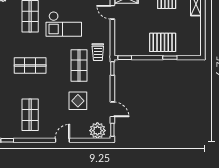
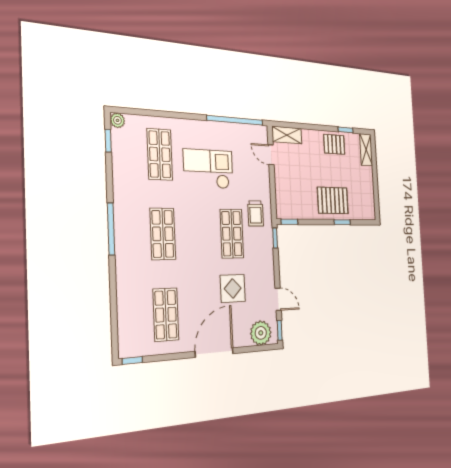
checkout: (64, 24) -> (208, 169), turned 180
shop shelf: (30, 66) -> (163, 234), turned 90
door: (62, 140) -> (214, 353), width x1.87

